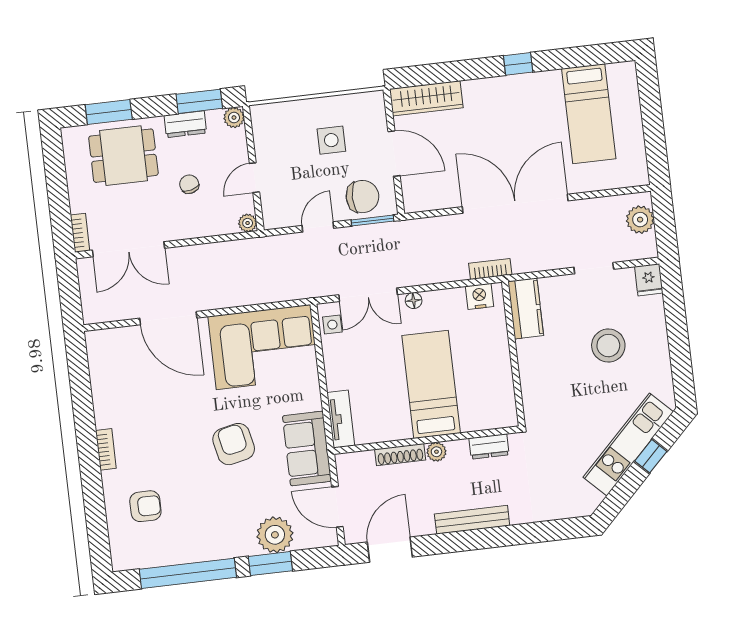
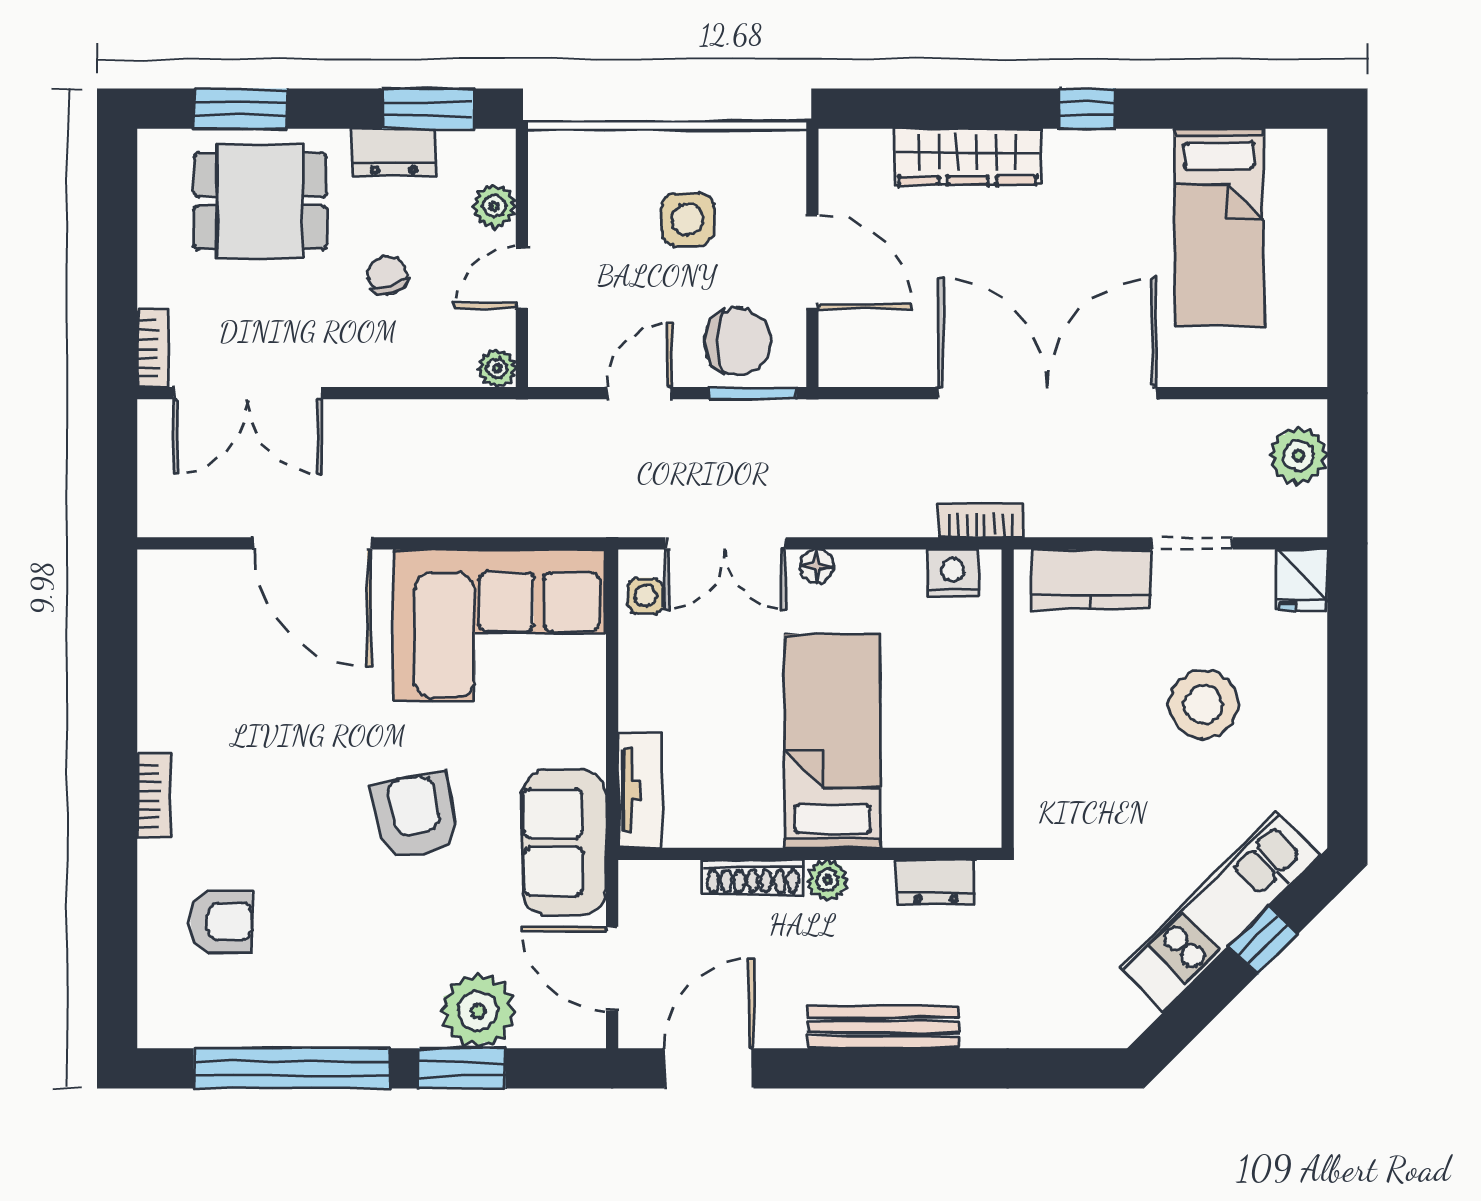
wardrobe: (426, 98) -> (968, 157), moved
plant: (234, 118) -> (495, 206), moved
kitchen counter: (526, 308) -> (1091, 579), moved, turned 90

